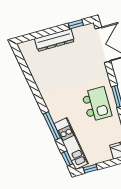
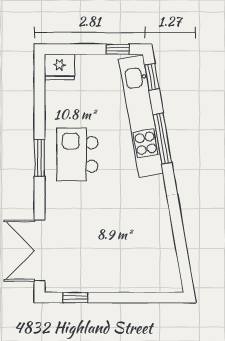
dresser: (54, 40) -> (118, 281), removed
kitchen unit: (71, 144) -> (141, 116), width x1.36

